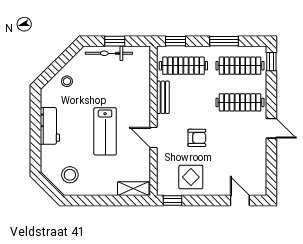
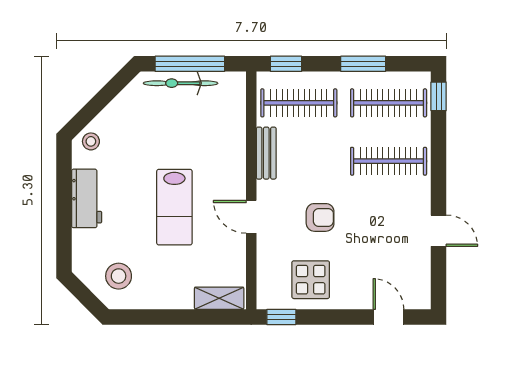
window: (115, 41) -> (190, 64), width x2.17
stool: (67, 81) -> (91, 141), moved
door: (271, 128) -> (439, 231), moved

